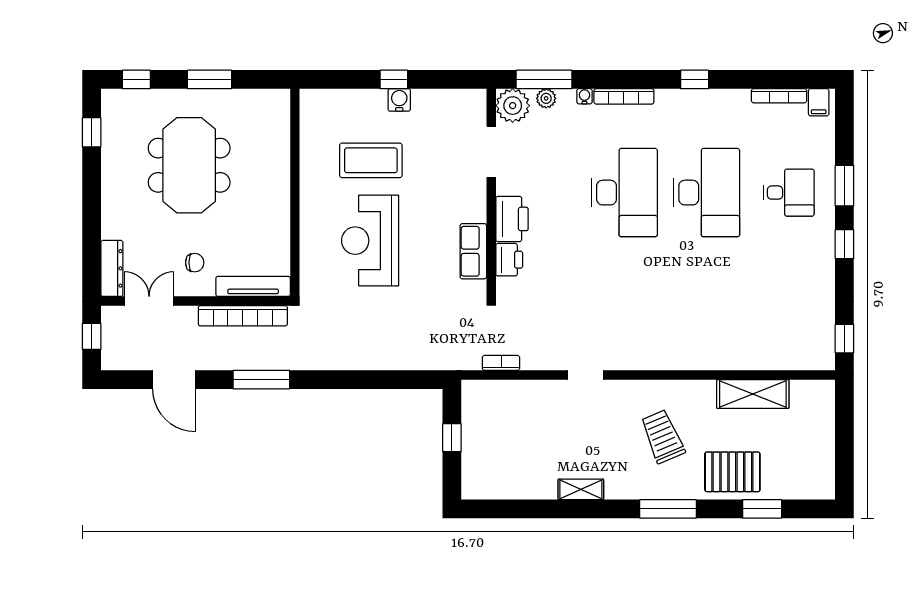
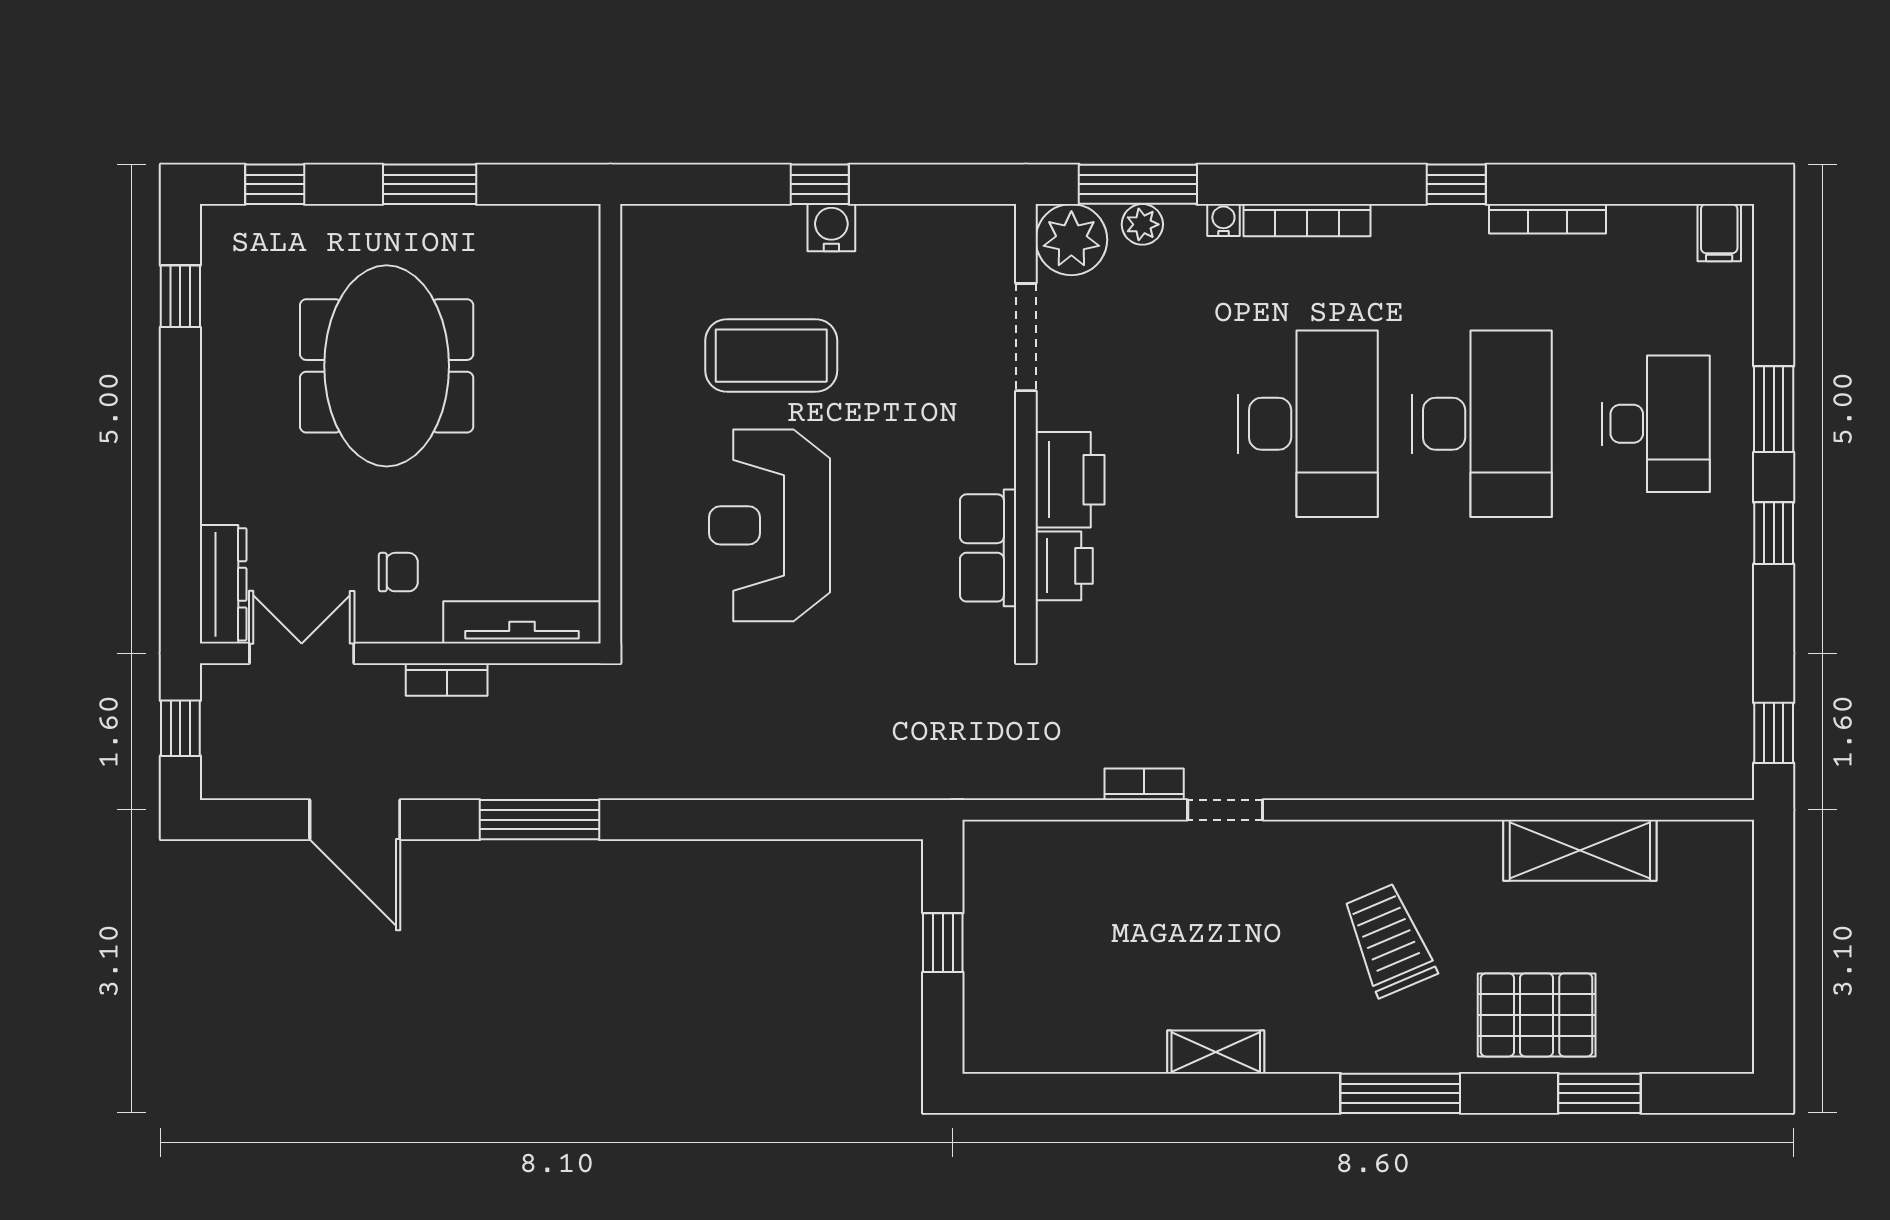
bookcase: (779, 96) -> (1548, 219), moved
desk: (789, 193) -> (1656, 424), width x1.37
bookcase: (243, 316) -> (447, 680), width x0.43, depth x0.76
bookcase: (501, 363) -> (1144, 784), moved

